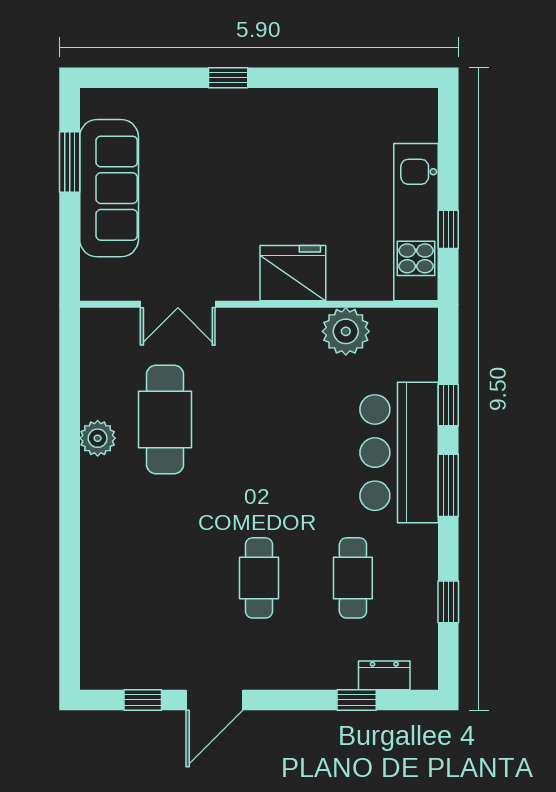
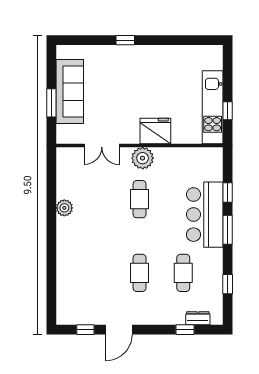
window: (70, 162) -> (51, 103), moved
plant: (346, 331) -> (143, 158), moved
cafe table: (165, 420) -> (140, 199), moved, width x0.73, depth x0.74

